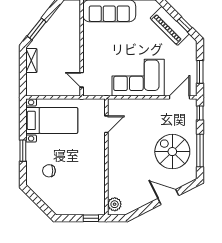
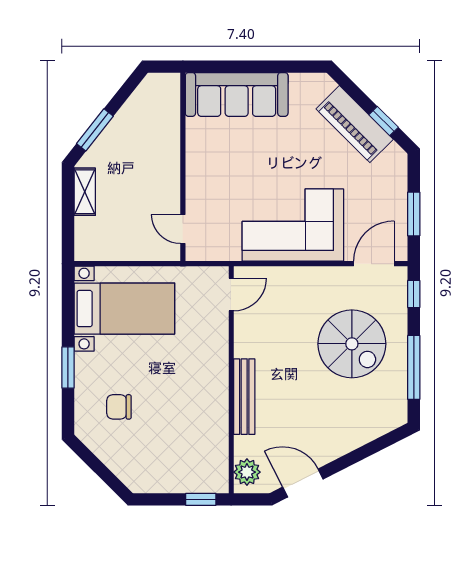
door: (106, 124) -> (231, 295), moved
spiral stairs: (172, 152) -> (352, 344), moved, turned 180
bench: (113, 166) -> (244, 397), added
door: (168, 197) -> (303, 483), moved

